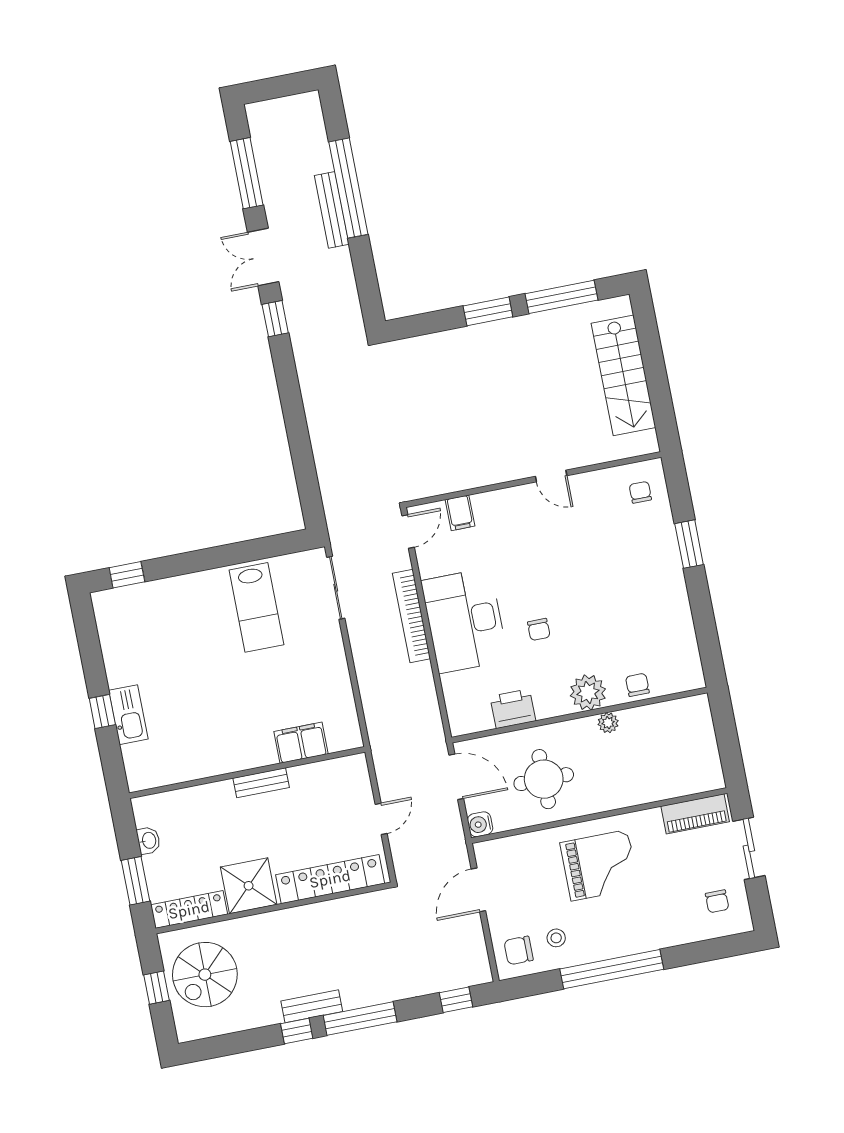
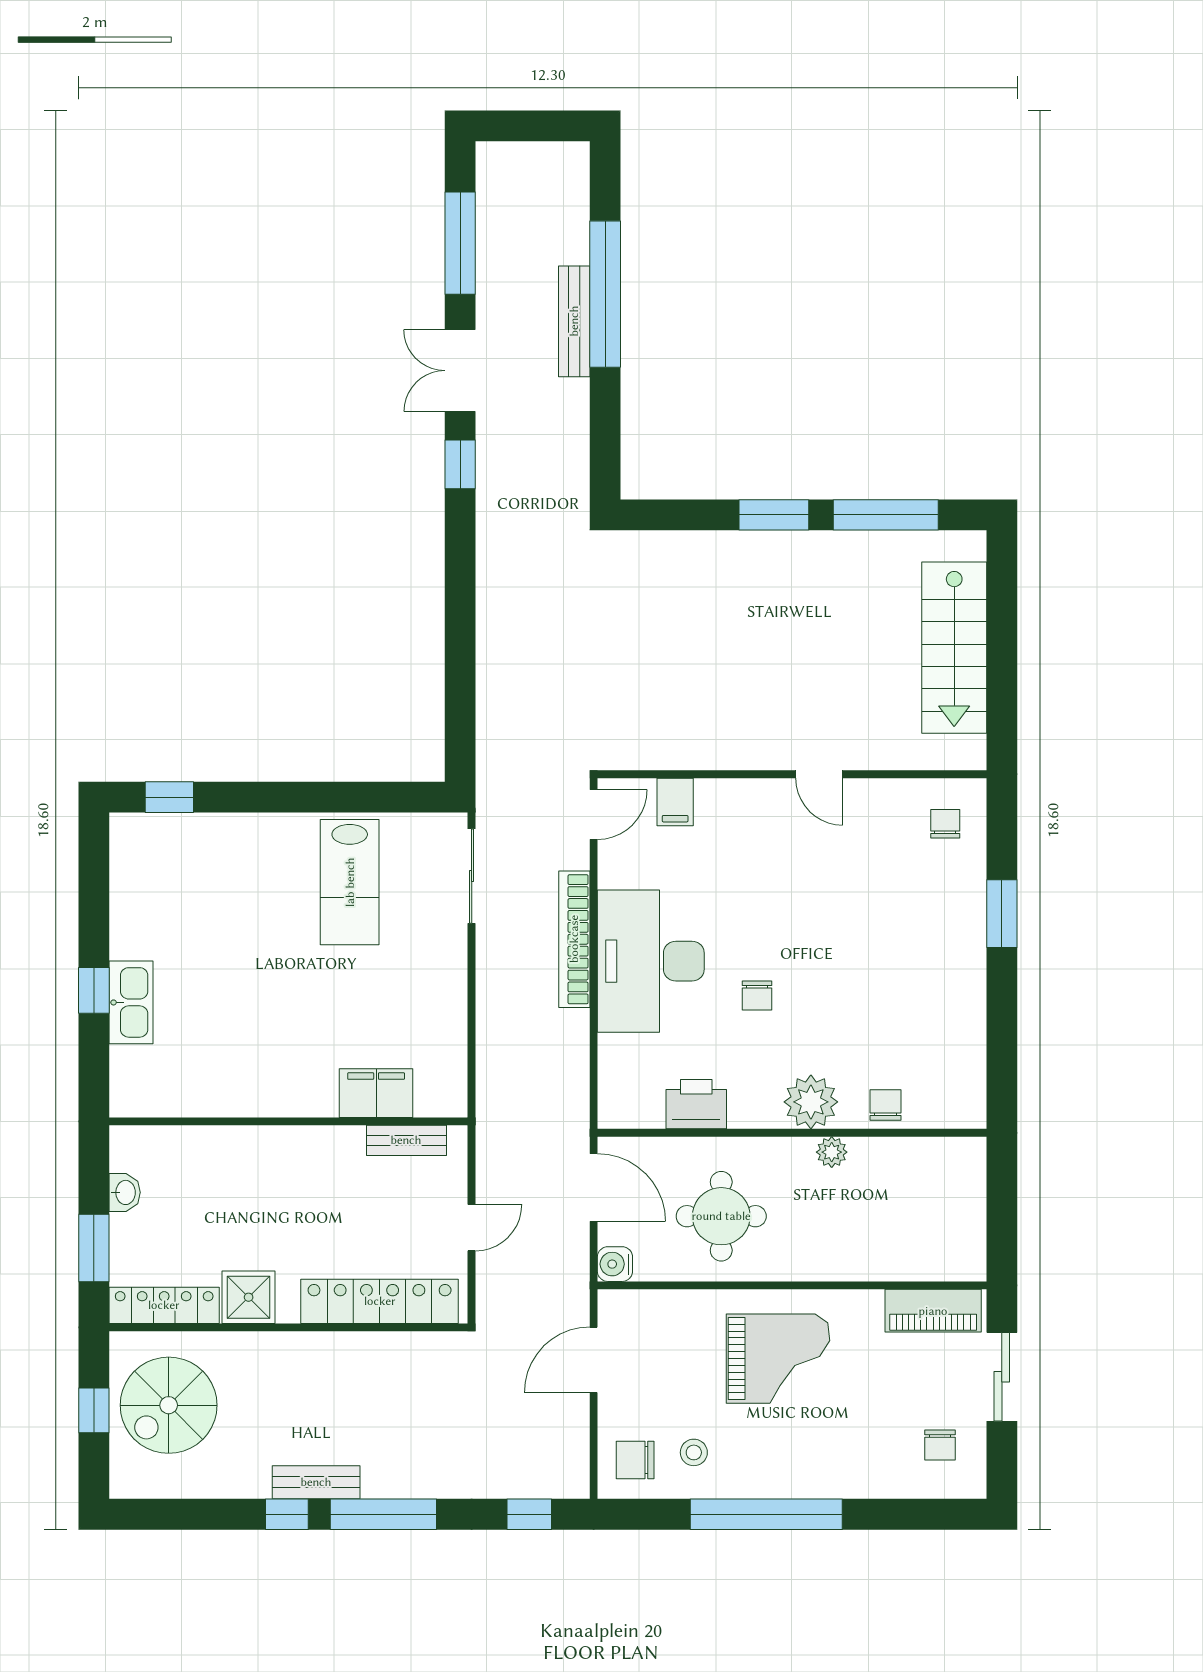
bench: (261, 783) -> (406, 1140), moved
shower: (249, 886) -> (249, 1297), width x0.73, depth x0.73

